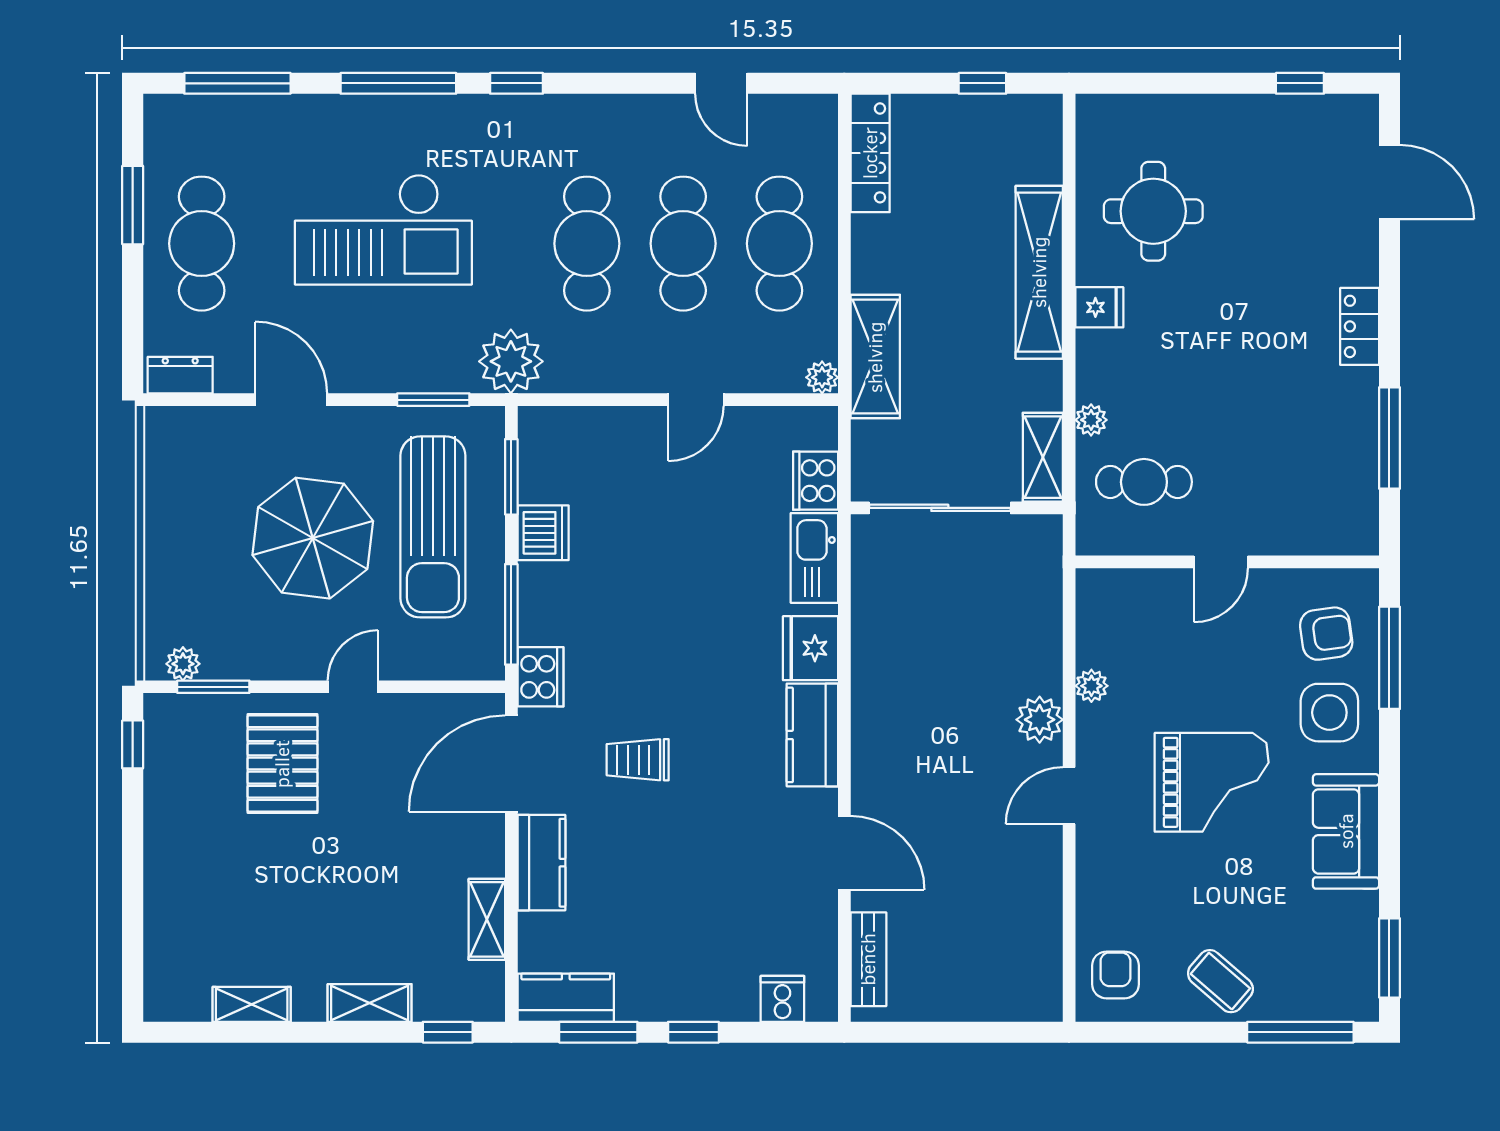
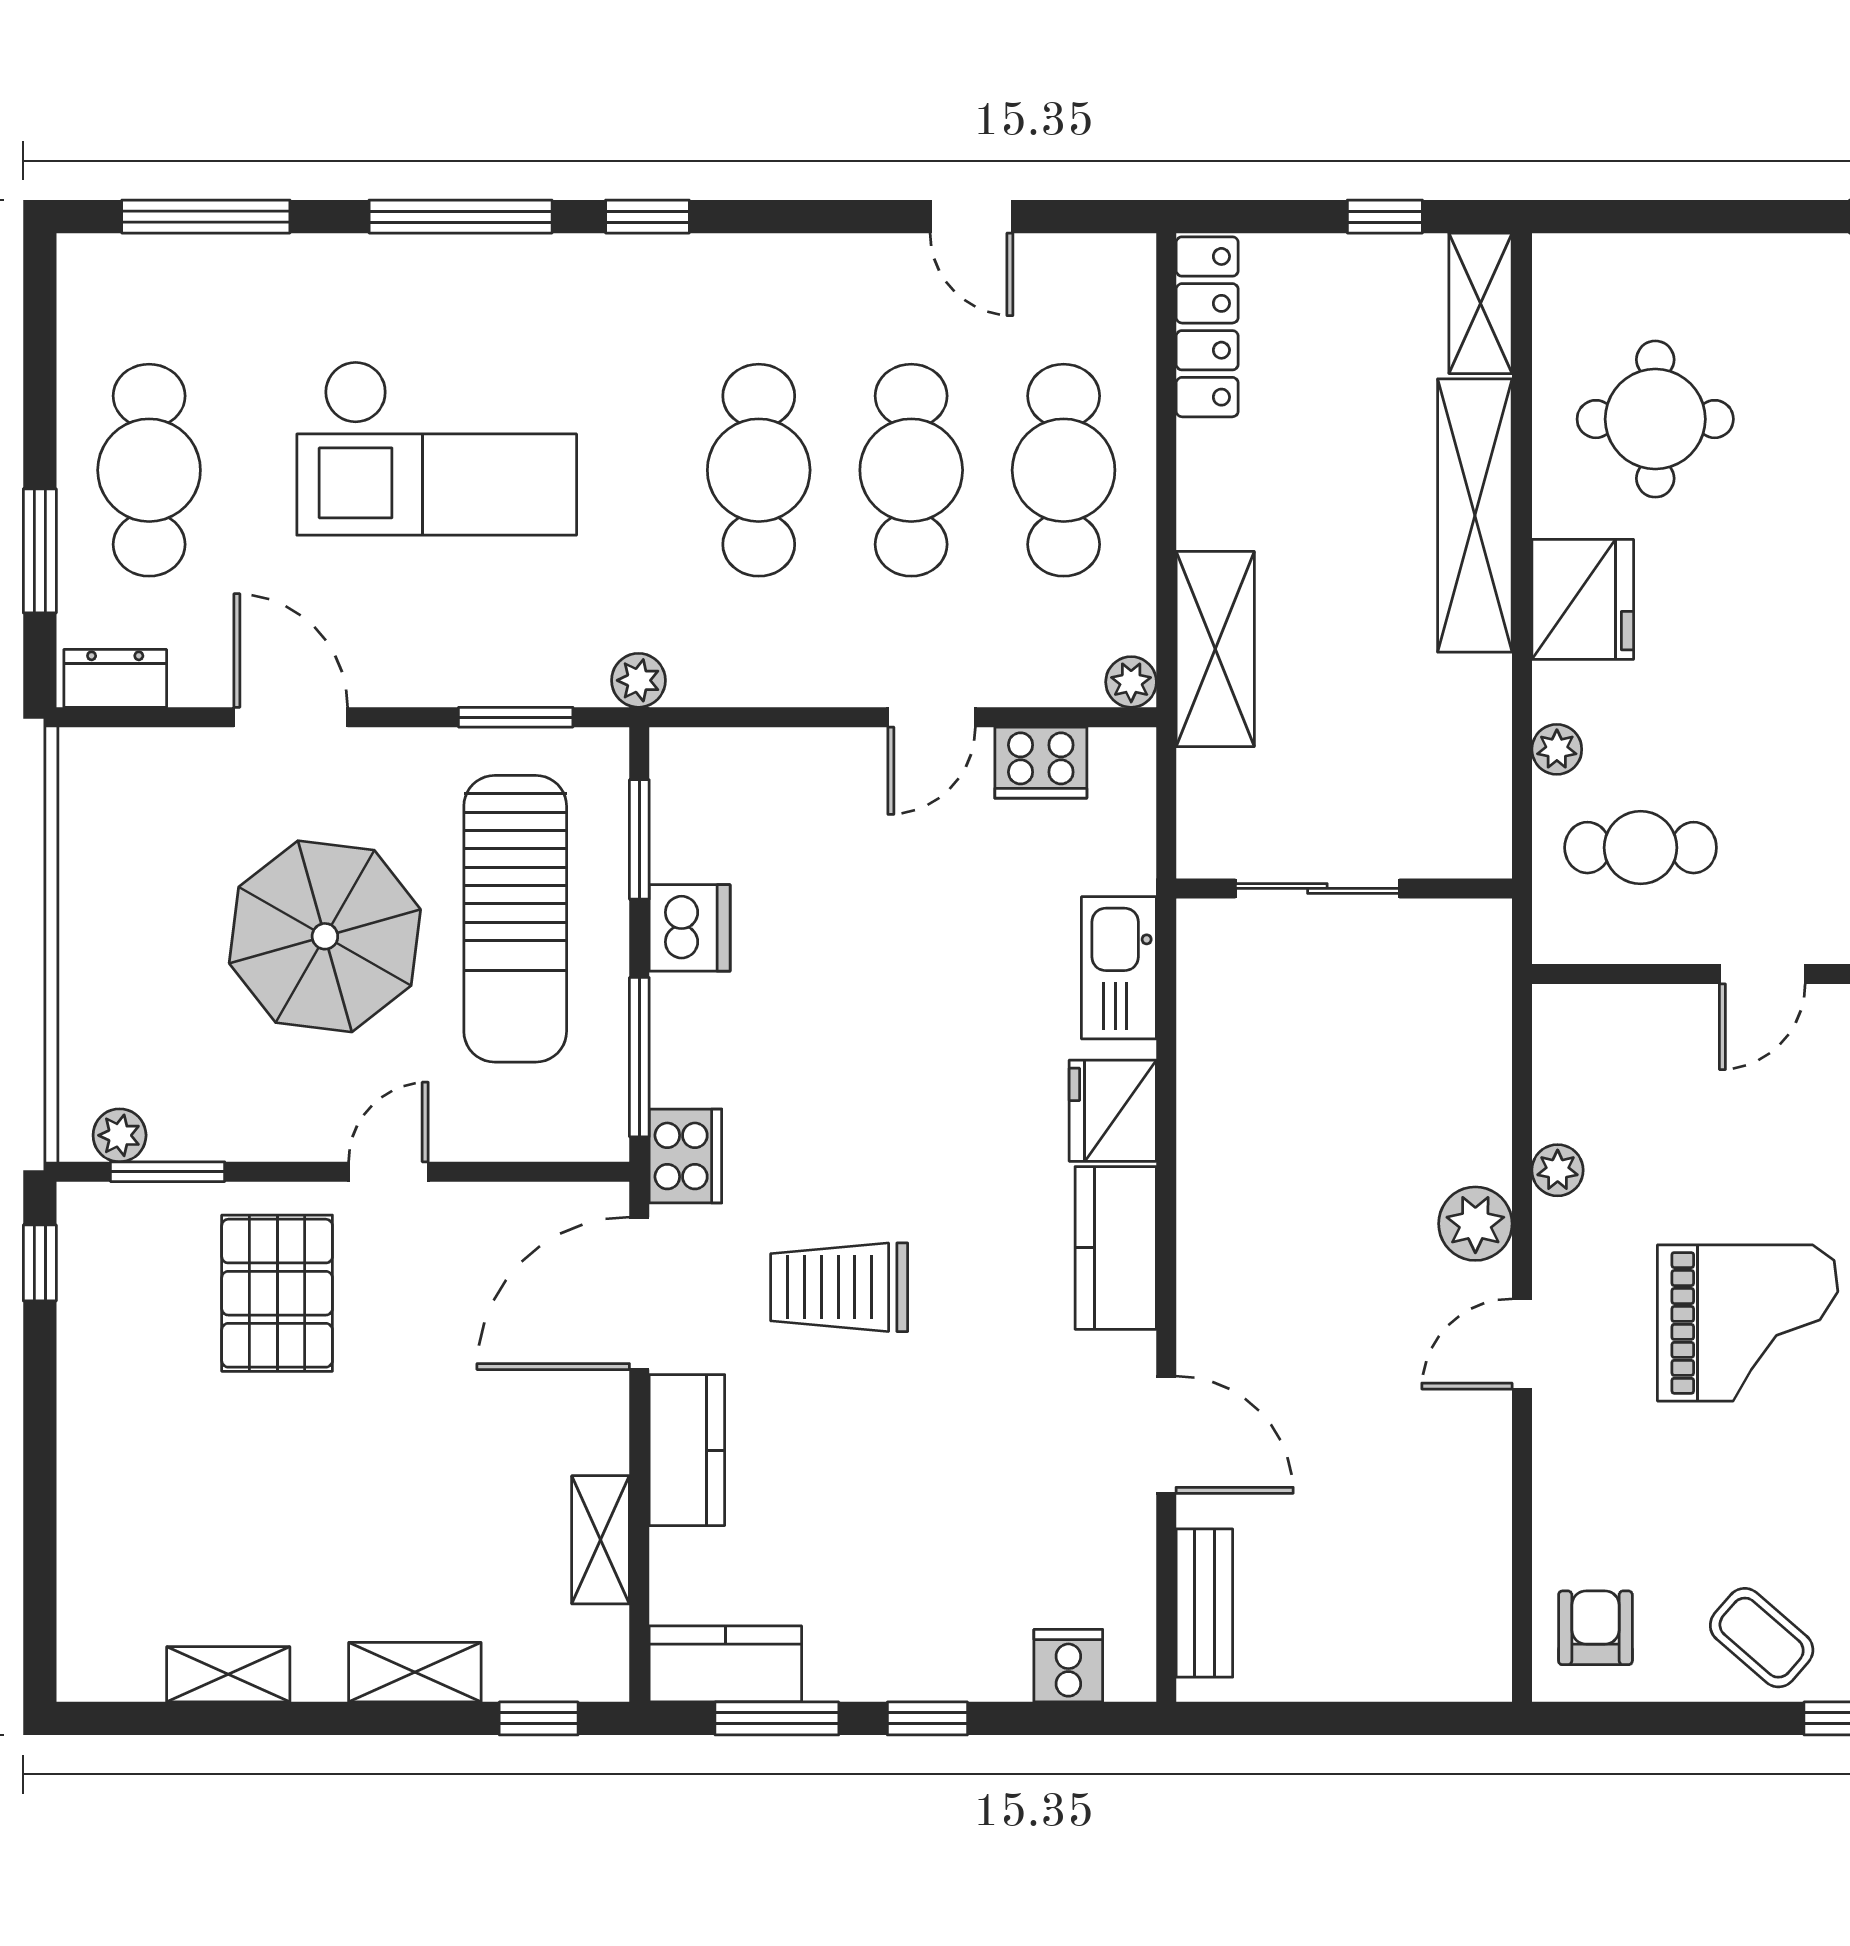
window: (133, 205) -> (40, 551), moved
fridge: (1099, 307) -> (1583, 599), width x1.88, depth x1.34
plant: (511, 361) -> (638, 680), width x0.53, depth x0.53
shelving: (1043, 457) -> (1480, 303), moved
cooker: (816, 481) -> (1041, 763), moved, turned -90
sliding door: (940, 508) -> (1317, 888), width x0.73
trolley: (638, 760) -> (839, 1287), width x1.36, depth x1.39

